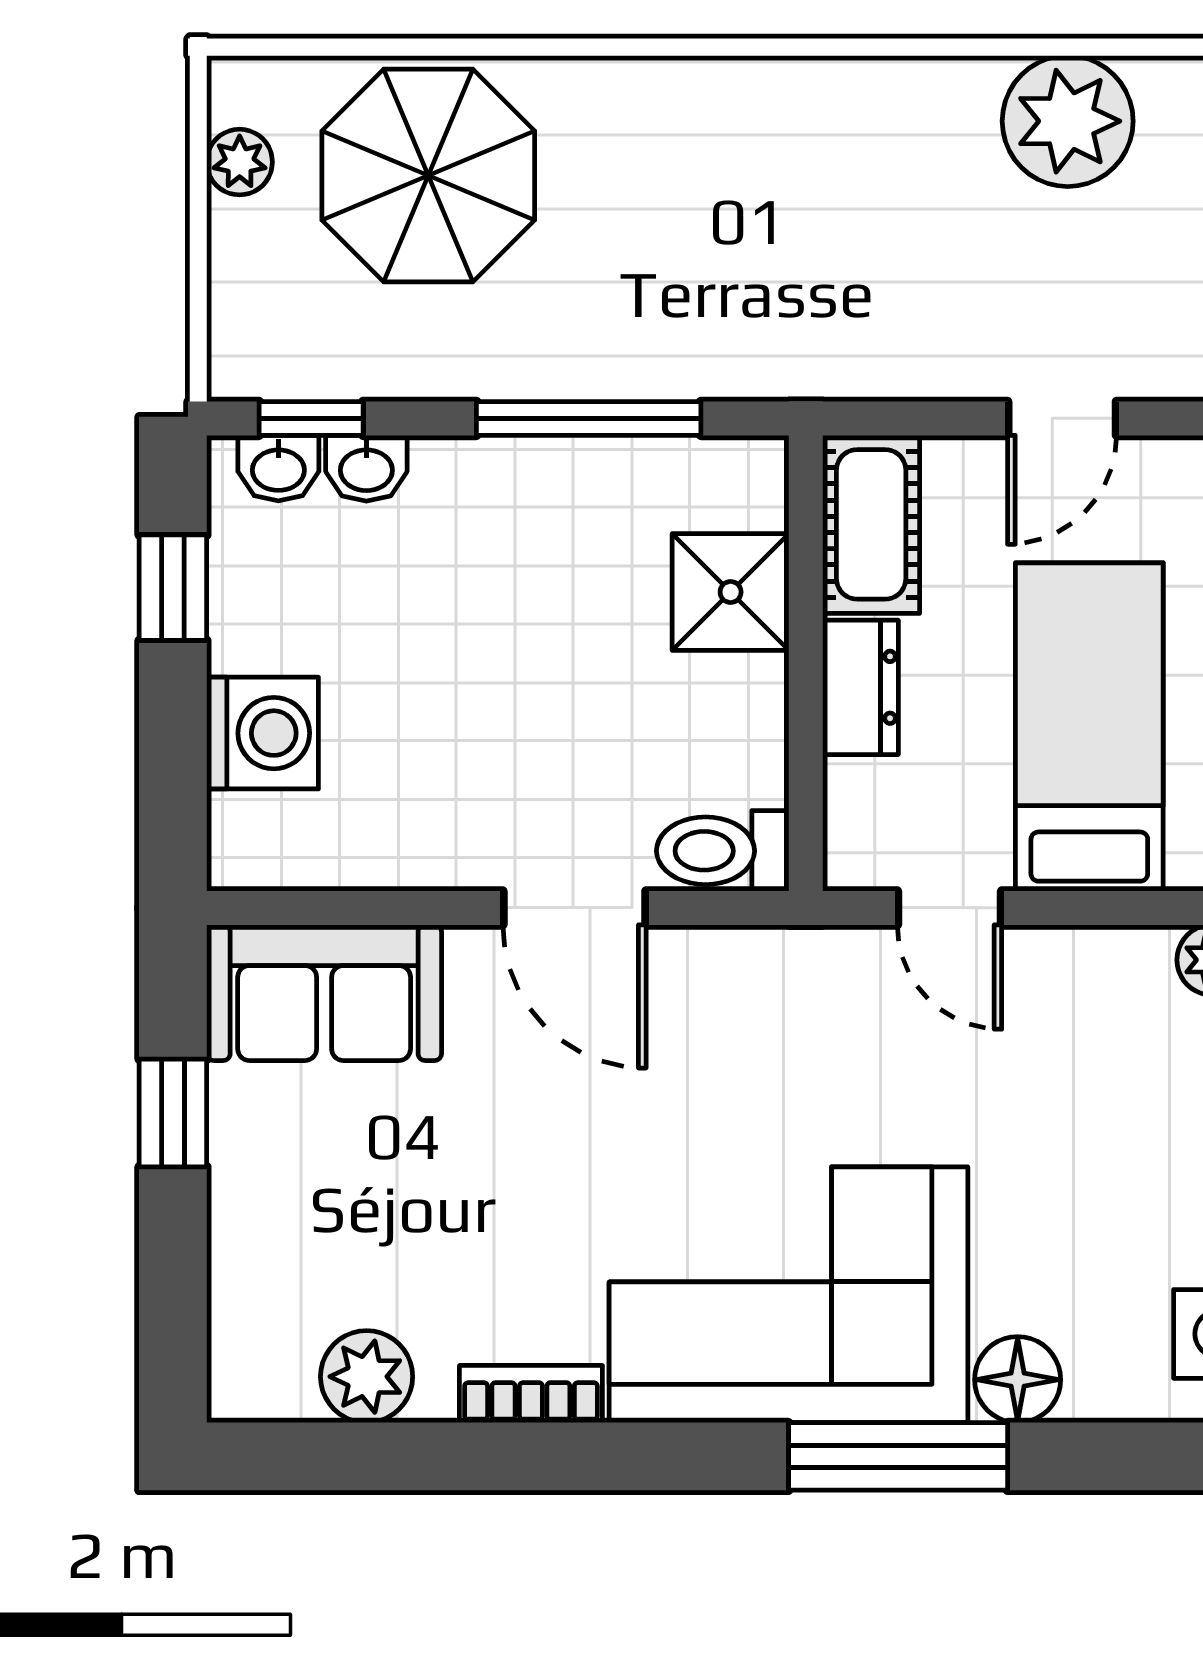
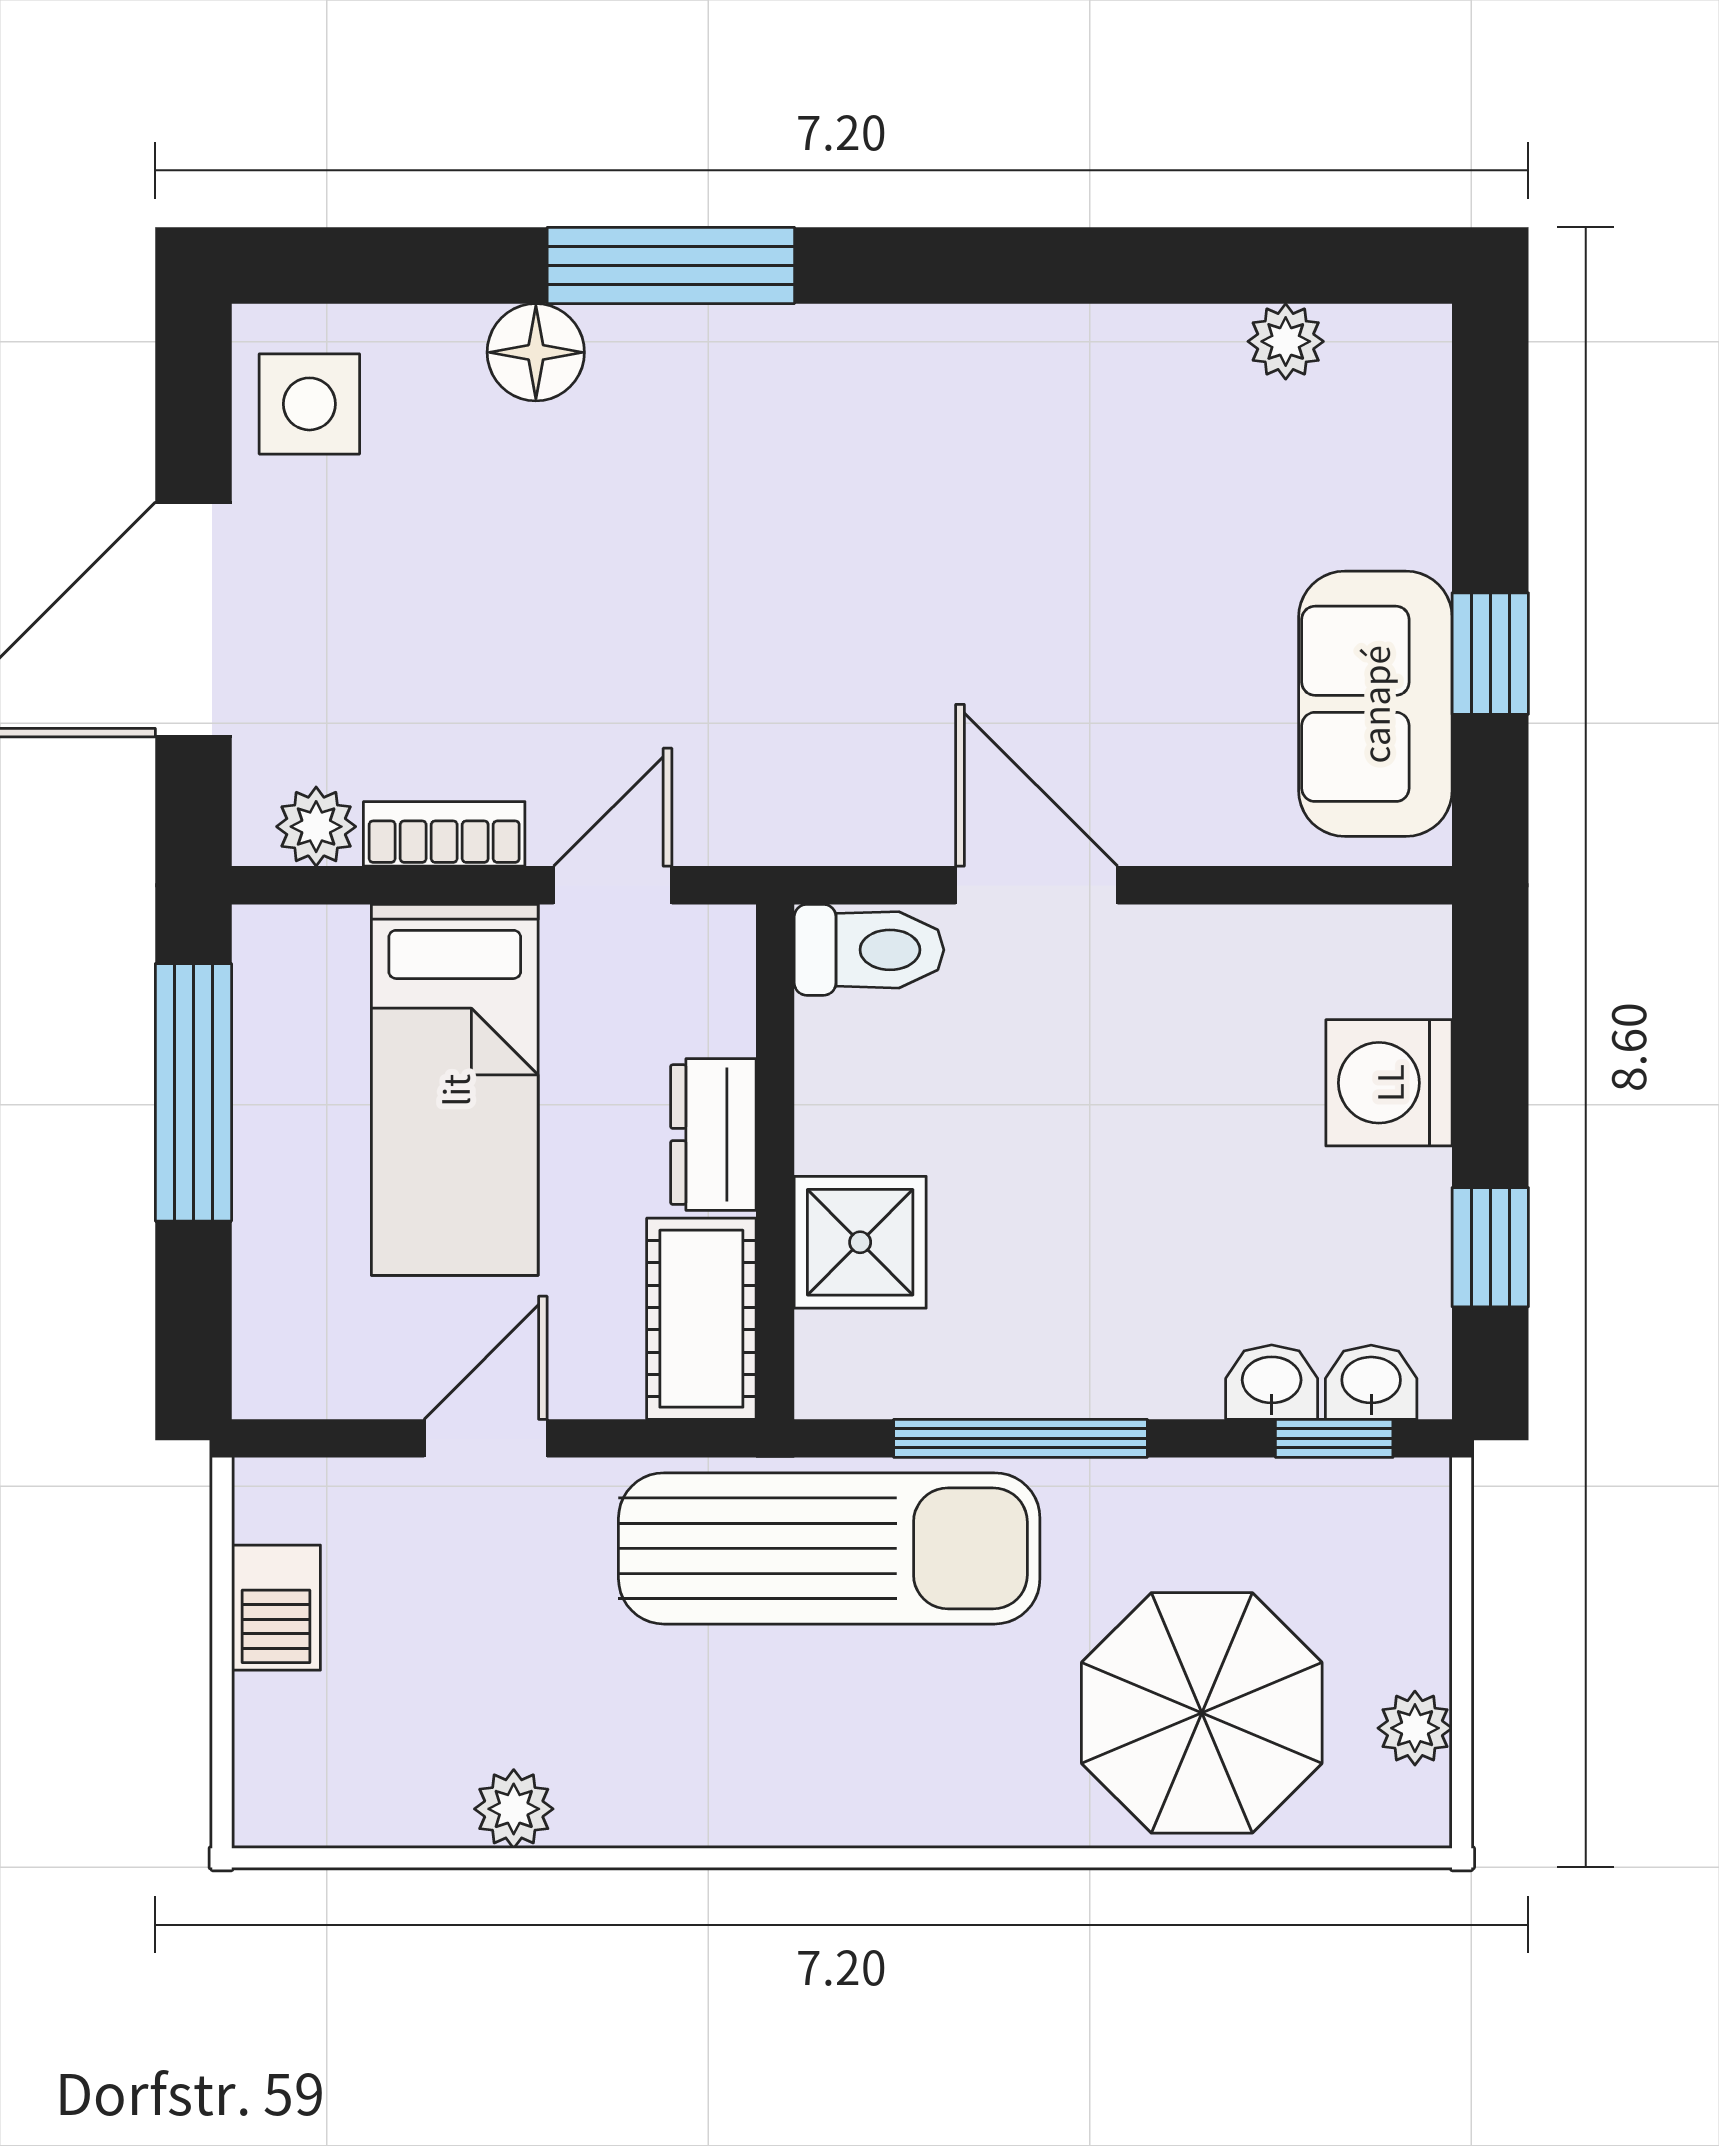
plant: (1068, 121) -> (514, 1809), width x0.53, depth x0.53
sun lounger: (758, 321) -> (829, 1548), added
door: (949, 908) -> (613, 885), hinge flipped
sofa: (324, 993) -> (1375, 704), moved, turned -90
corner sofa: (788, 1295) -> (795, 448), removed
plant: (367, 1377) -> (1286, 341), width x0.73, depth x0.73
bookcase: (531, 1394) -> (444, 834), moved, turned 180

